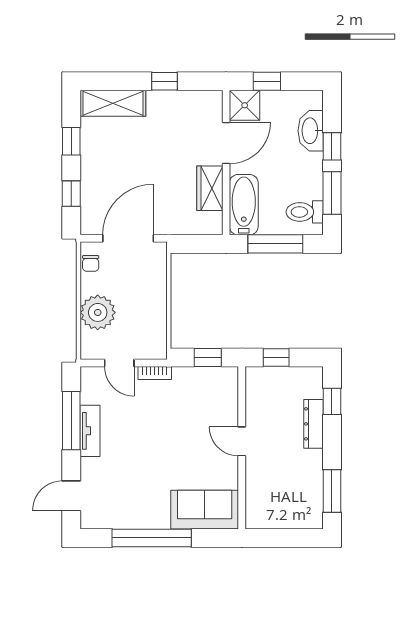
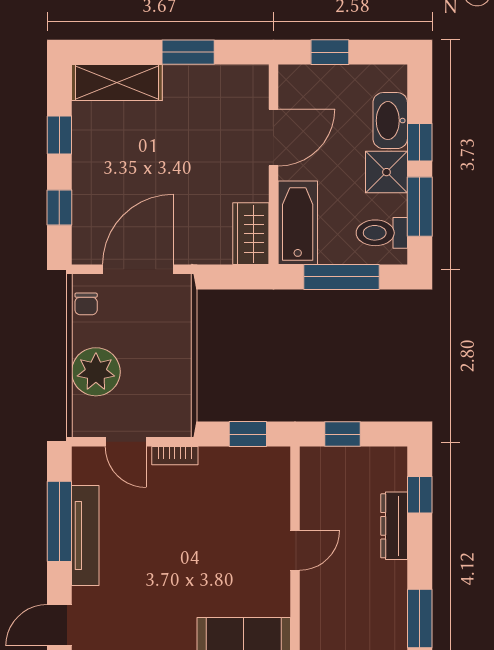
window: (165, 81) -> (188, 52), width x1.50
shower: (245, 105) -> (386, 172), moved
wardrobe: (210, 188) -> (251, 234), moved
tv unit: (90, 431) -> (85, 535), width x1.41
door: (242, 441) -> (295, 550), swing flipped

